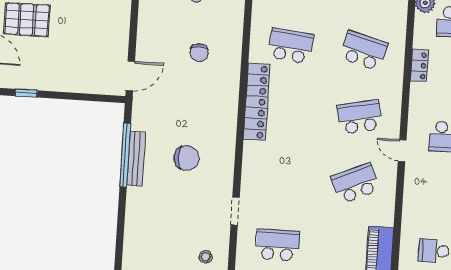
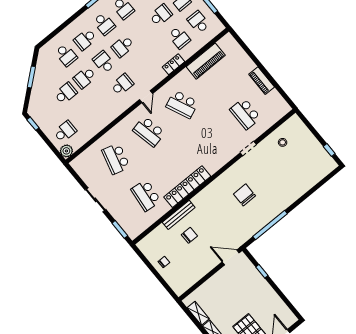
locker: (419, 66) -> (173, 64), moved
window: (26, 93) -> (262, 271), moved
bench: (136, 158) -> (179, 215), moved

